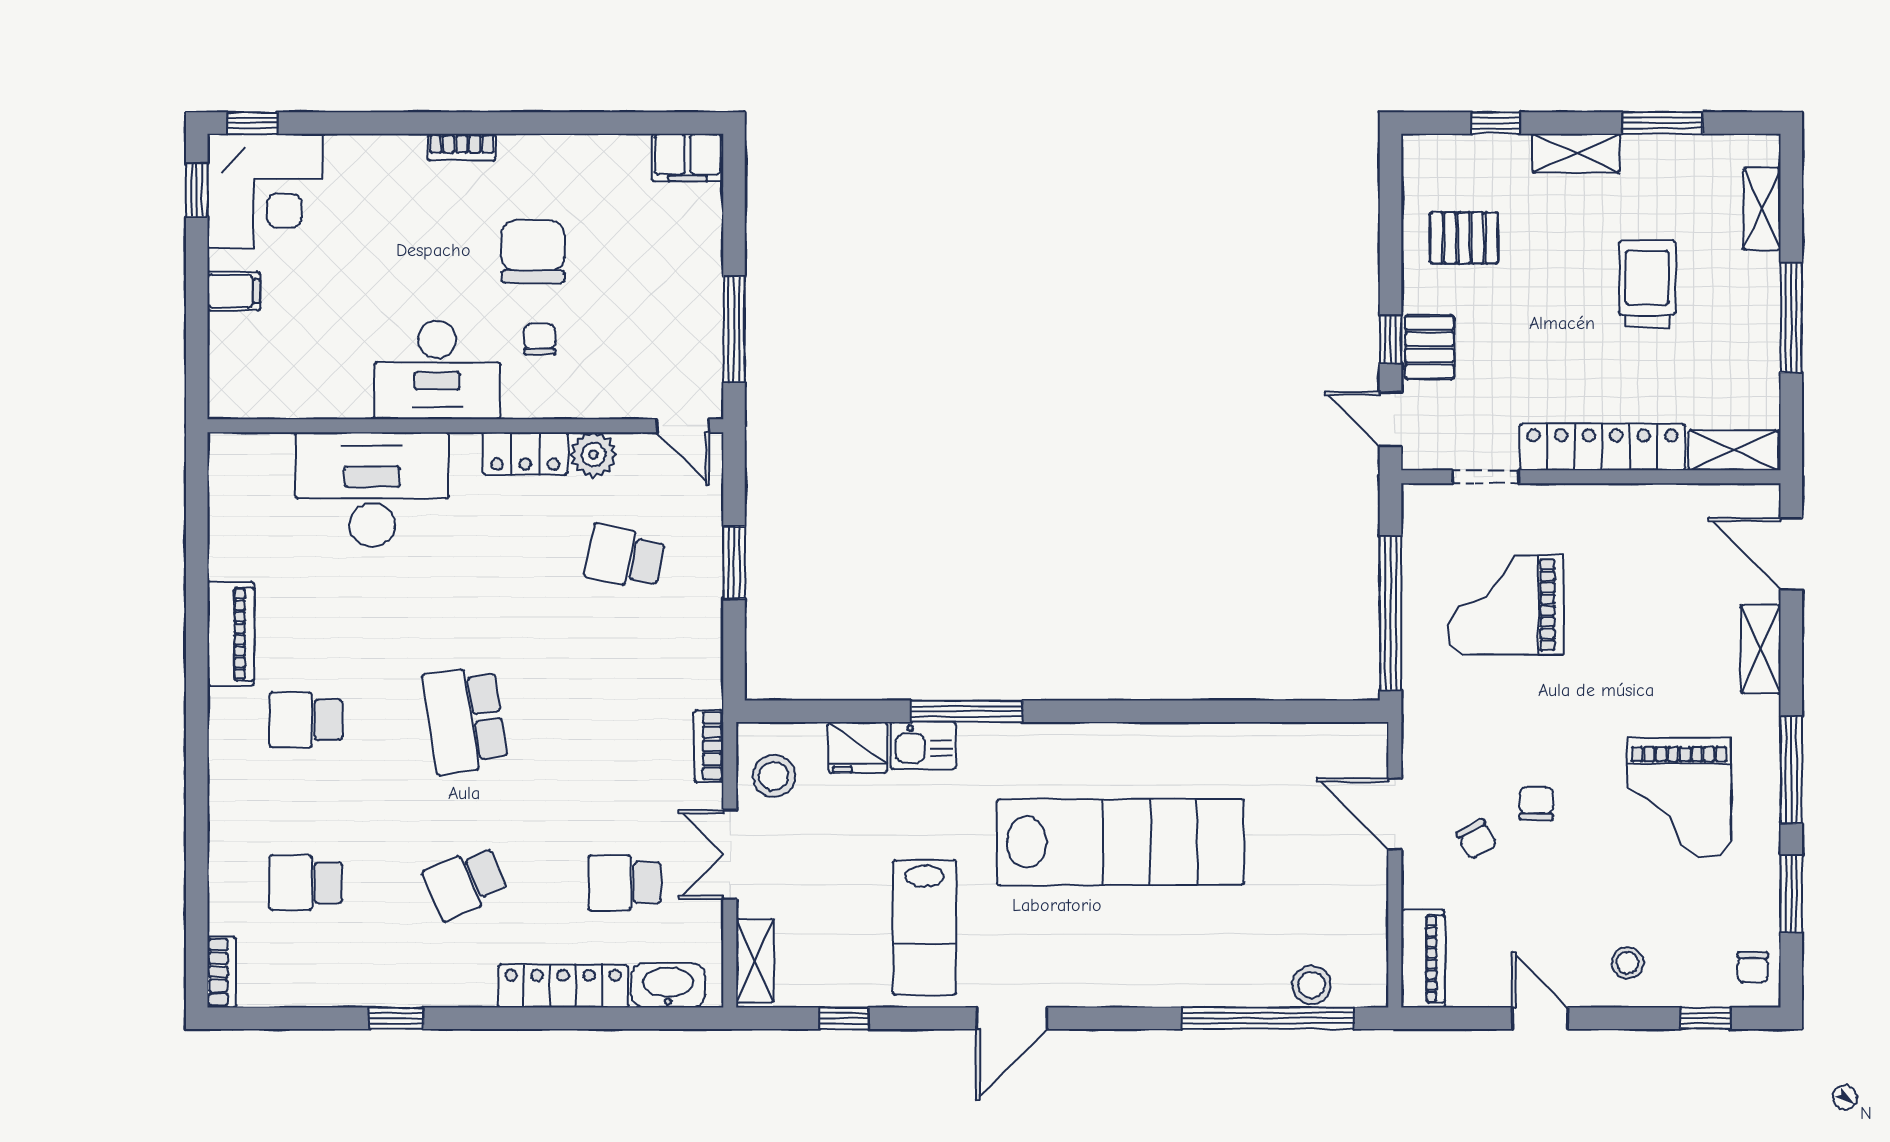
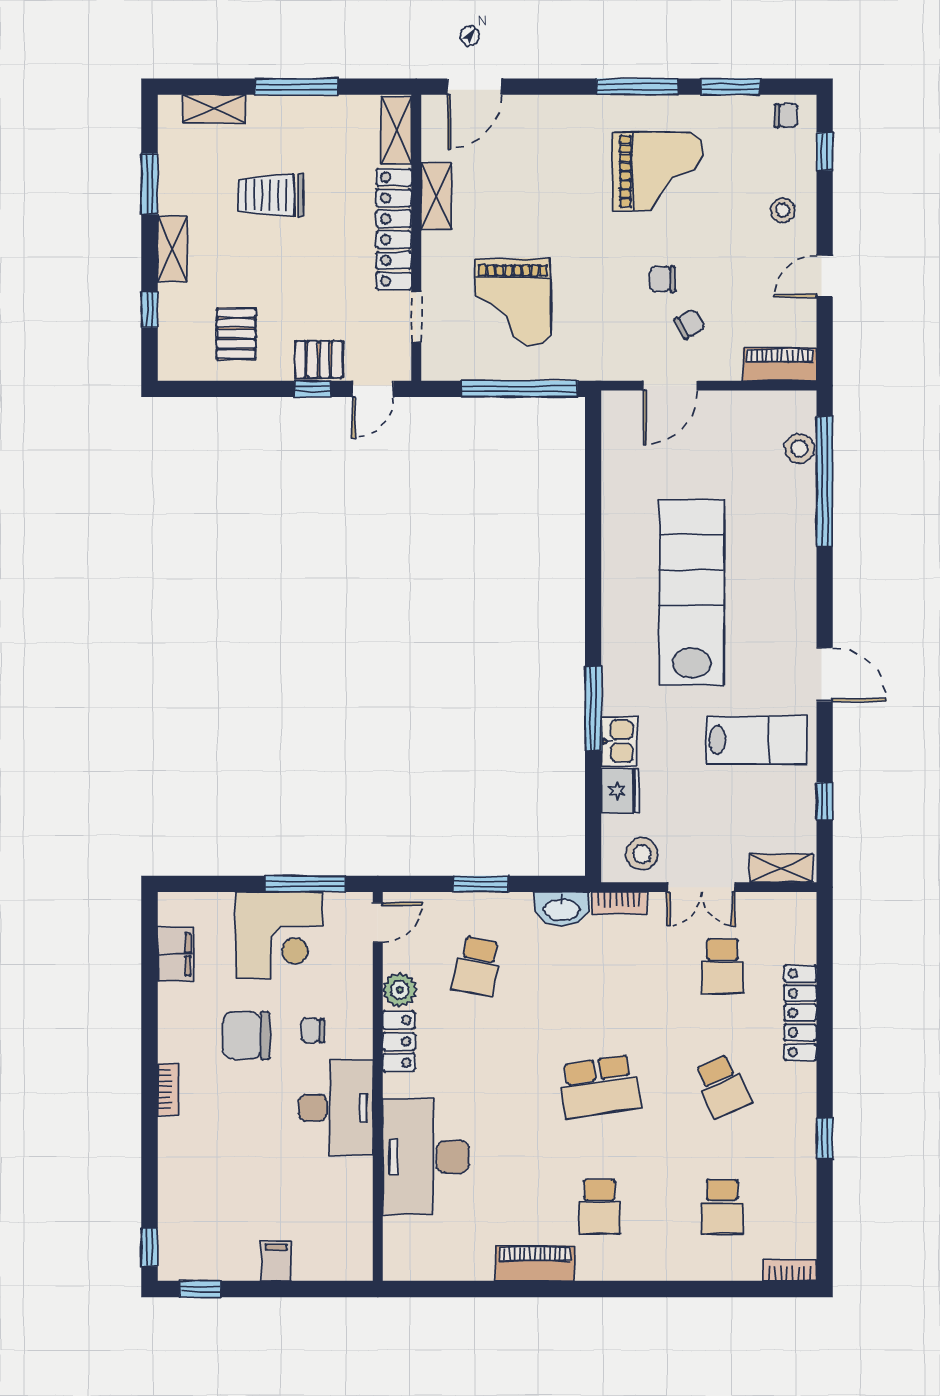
filing cabinet: (688, 157) -> (175, 954), moved
corner desk: (265, 191) -> (279, 935), moved, turned 90
shelving: (1761, 649) -> (436, 196), moved, turned 90
washbasin: (668, 985) -> (562, 909), moved, turned -90

